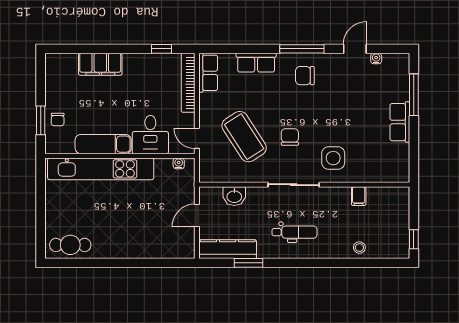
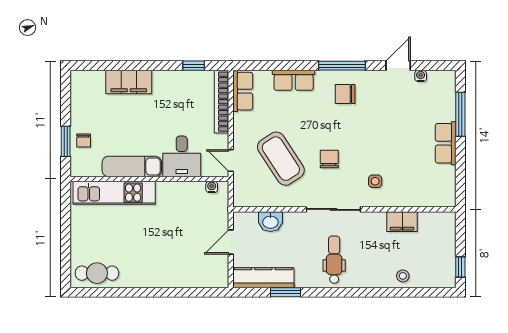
side table: (333, 158) -> (375, 181), width x0.54, depth x0.54
kitchen unit: (101, 169) -> (114, 193), width x0.73
filing cabinet: (359, 196) -> (402, 222), width x2.00
dental chair: (294, 232) -> (334, 260), turned -90

